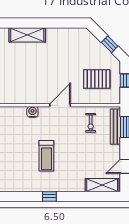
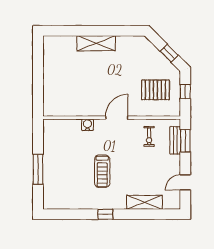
shelving: (27, 35) -> (96, 43), moved
bench: (115, 127) -> (175, 140), width x0.73
shelving: (102, 185) -> (144, 202), moved

